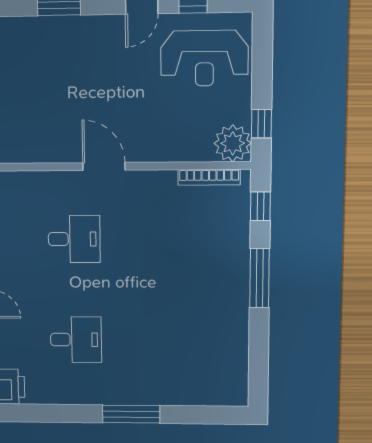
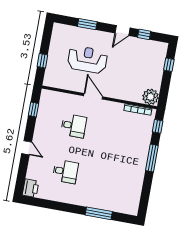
reception desk: (204, 58) -> (87, 60), moved, turned 180
window: (261, 124) -> (169, 65), moved
window: (131, 414) -> (99, 213), moved

